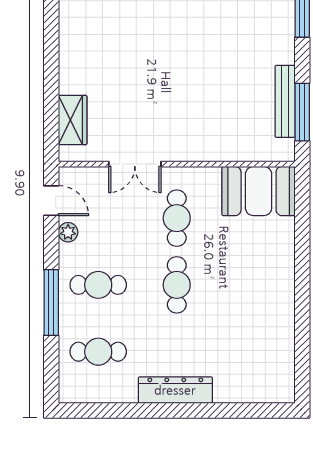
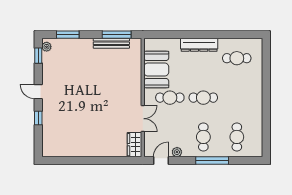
wardrobe: (73, 120) -> (134, 145), moved, turned -90
booth: (259, 191) -> (156, 70), moved
cafe table: (255, 352) -> (237, 58), added
dresser: (175, 390) -> (199, 45), moved, turned -90

